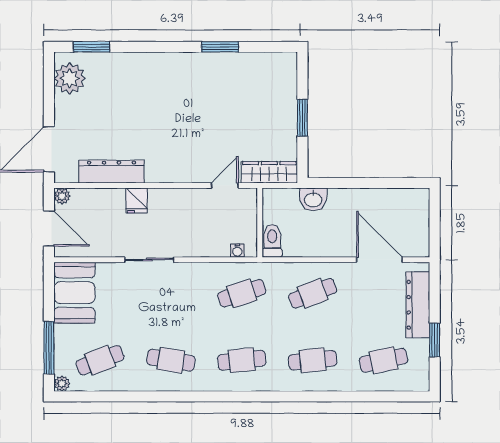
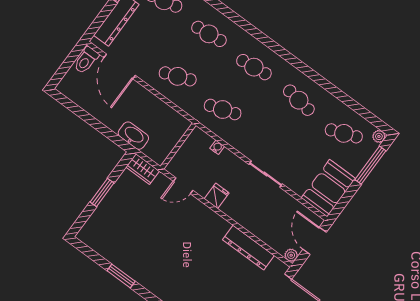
wardrobe: (269, 172) -> (143, 169), width x0.67
washbasin: (313, 199) -> (133, 136), width x1.38
fridge: (137, 201) -> (217, 196), moved
toilet: (272, 241) -> (86, 60), moved
water cooler: (237, 251) -> (217, 147), moved

